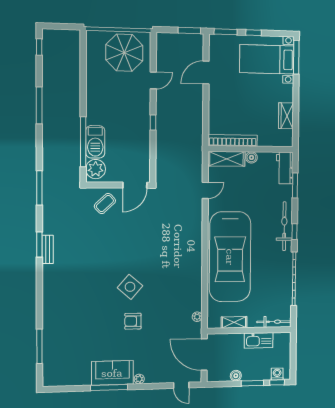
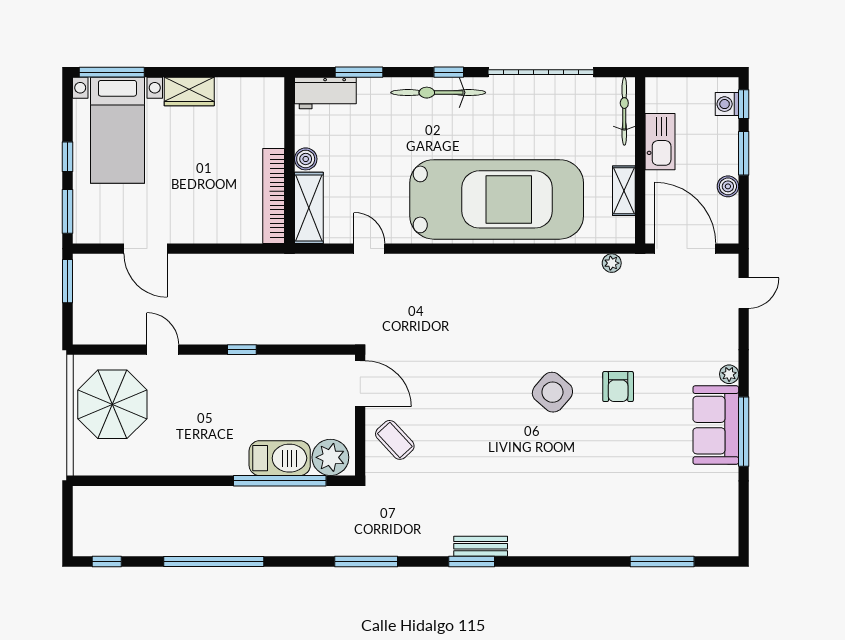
window: (39, 105) -> (214, 561), width x1.46
wardrobe: (286, 116) -> (189, 92), moved
door: (204, 355) -> (685, 249), swing flipped

